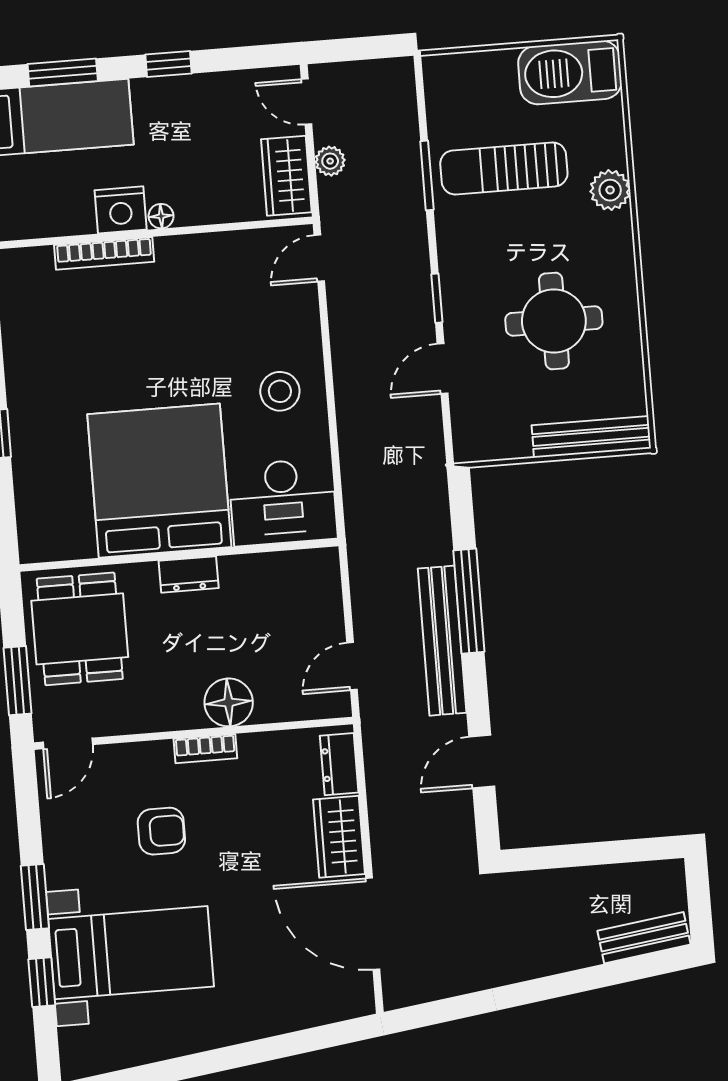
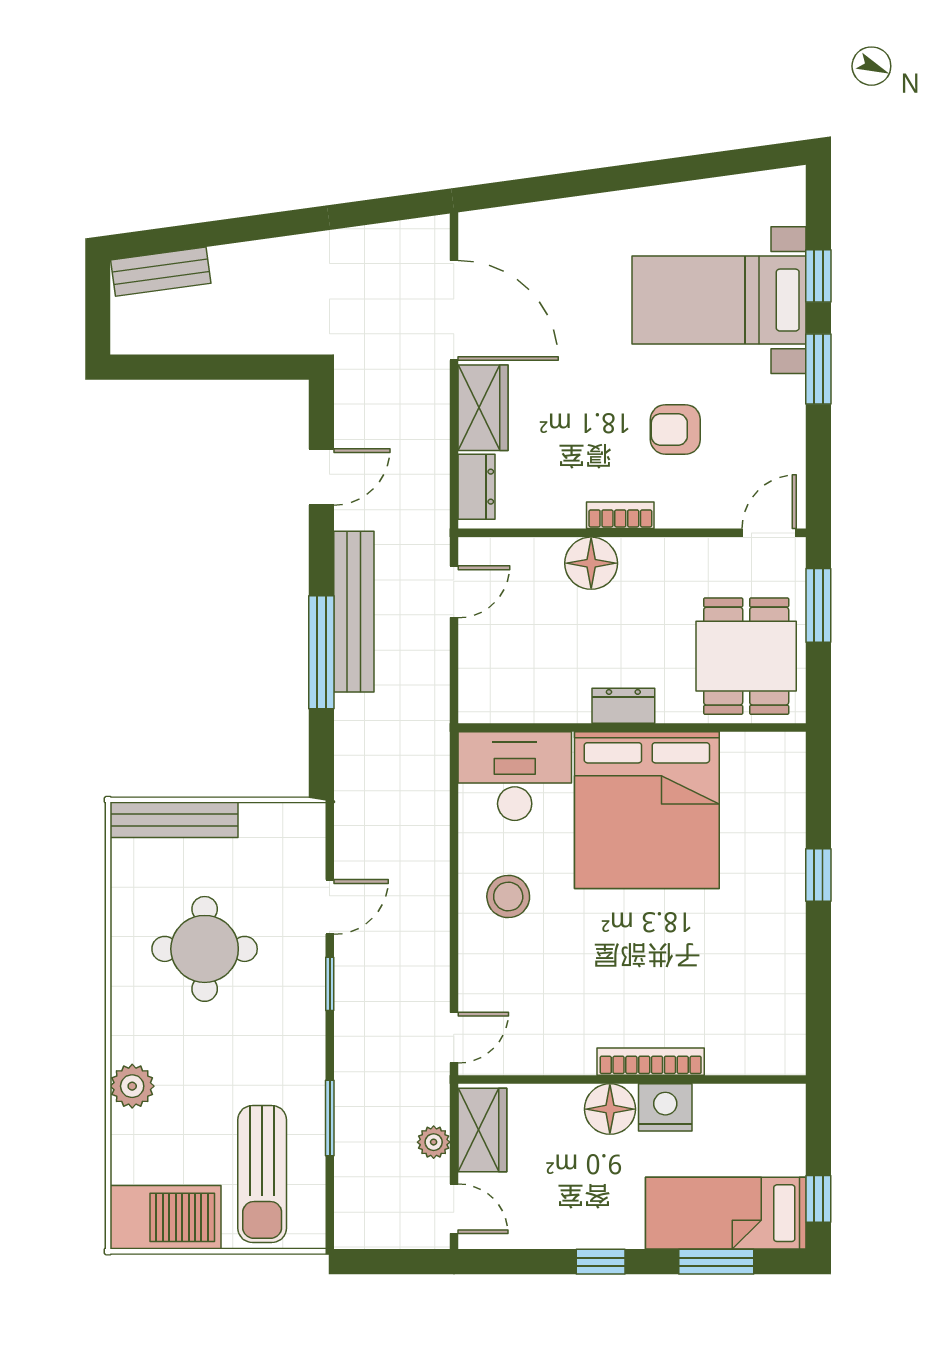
sun lounger: (504, 168) -> (262, 1174), moved, turned 90
floor lamp: (161, 216) -> (610, 1109), width x1.89, depth x1.89
bookcase: (104, 253) -> (651, 1062), moved

